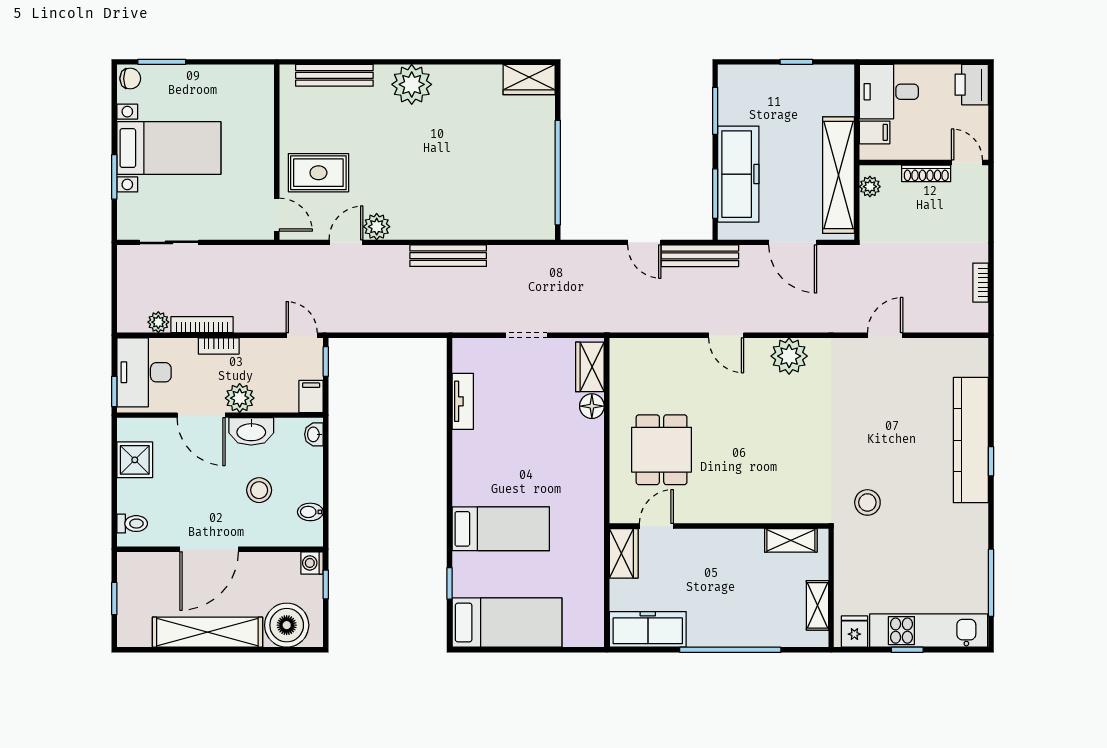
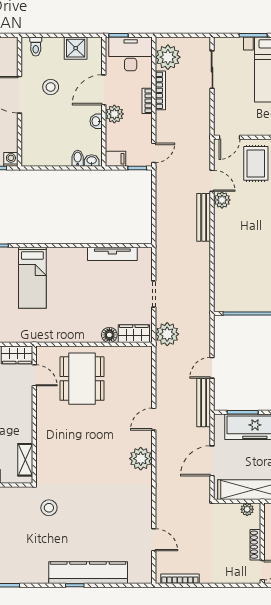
bench: (448, 256) -> (204, 217), moved
bookcase: (981, 283) -> (180, 579), width x1.56
plant: (591, 314) -> (167, 334), added
plant: (158, 322) -> (168, 57), width x1.88, depth x1.88
door: (885, 335) -> (154, 540), moved
tv unit: (463, 401) -> (112, 254), width x1.41
washbasin: (251, 431) -> (96, 121), width x0.52, depth x0.69
dining table: (662, 450) -> (82, 379), width x1.37
stool: (259, 490) -> (51, 87), moved
bidet: (310, 512) -> (78, 158), moved

